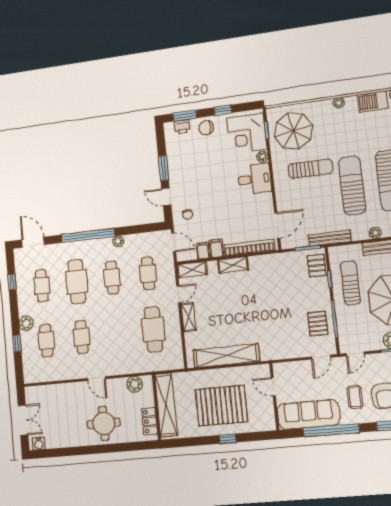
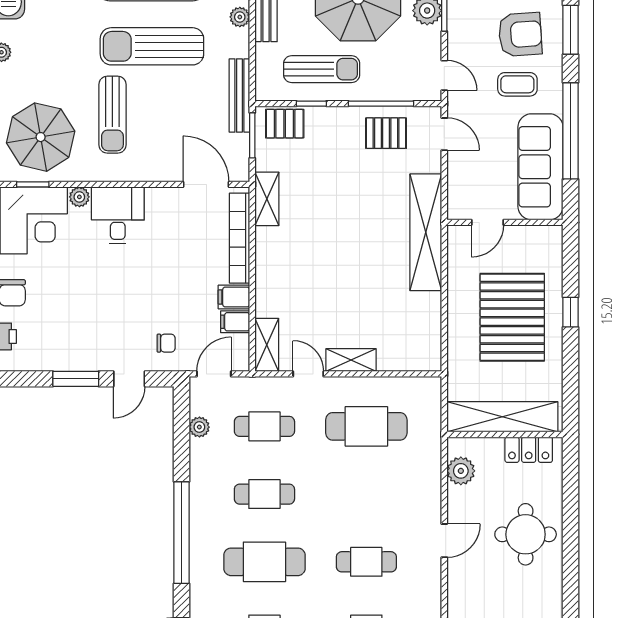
sun lounger: (311, 169) -> (112, 115), turned 180
plant: (118, 241) -> (199, 427), moved
shelving: (233, 265) -> (267, 199), moved
sun lounger: (350, 283) -> (322, 69), turned 180
shelving: (226, 356) -> (426, 232), moved

